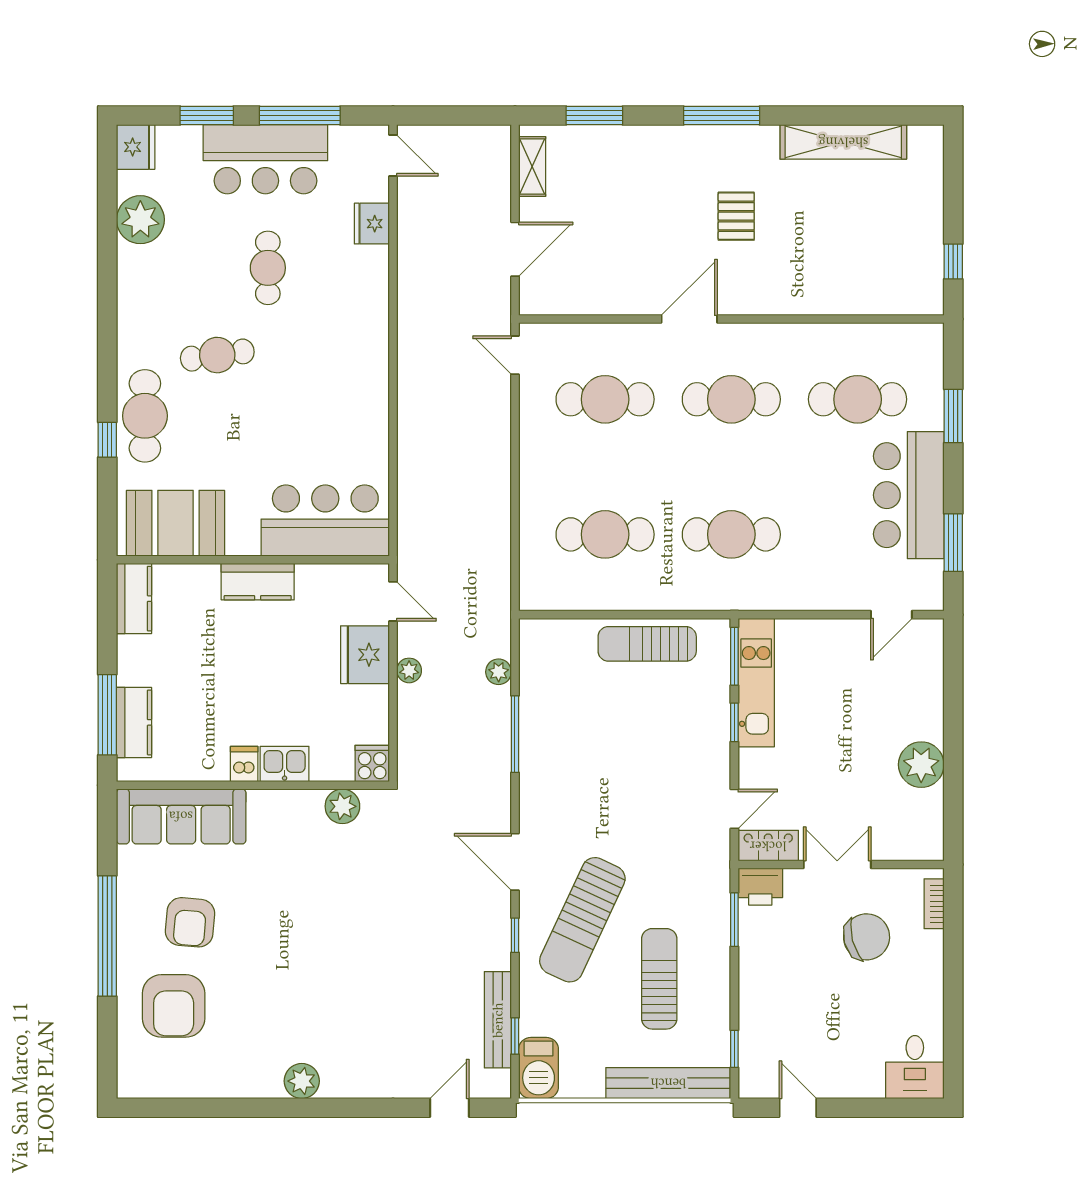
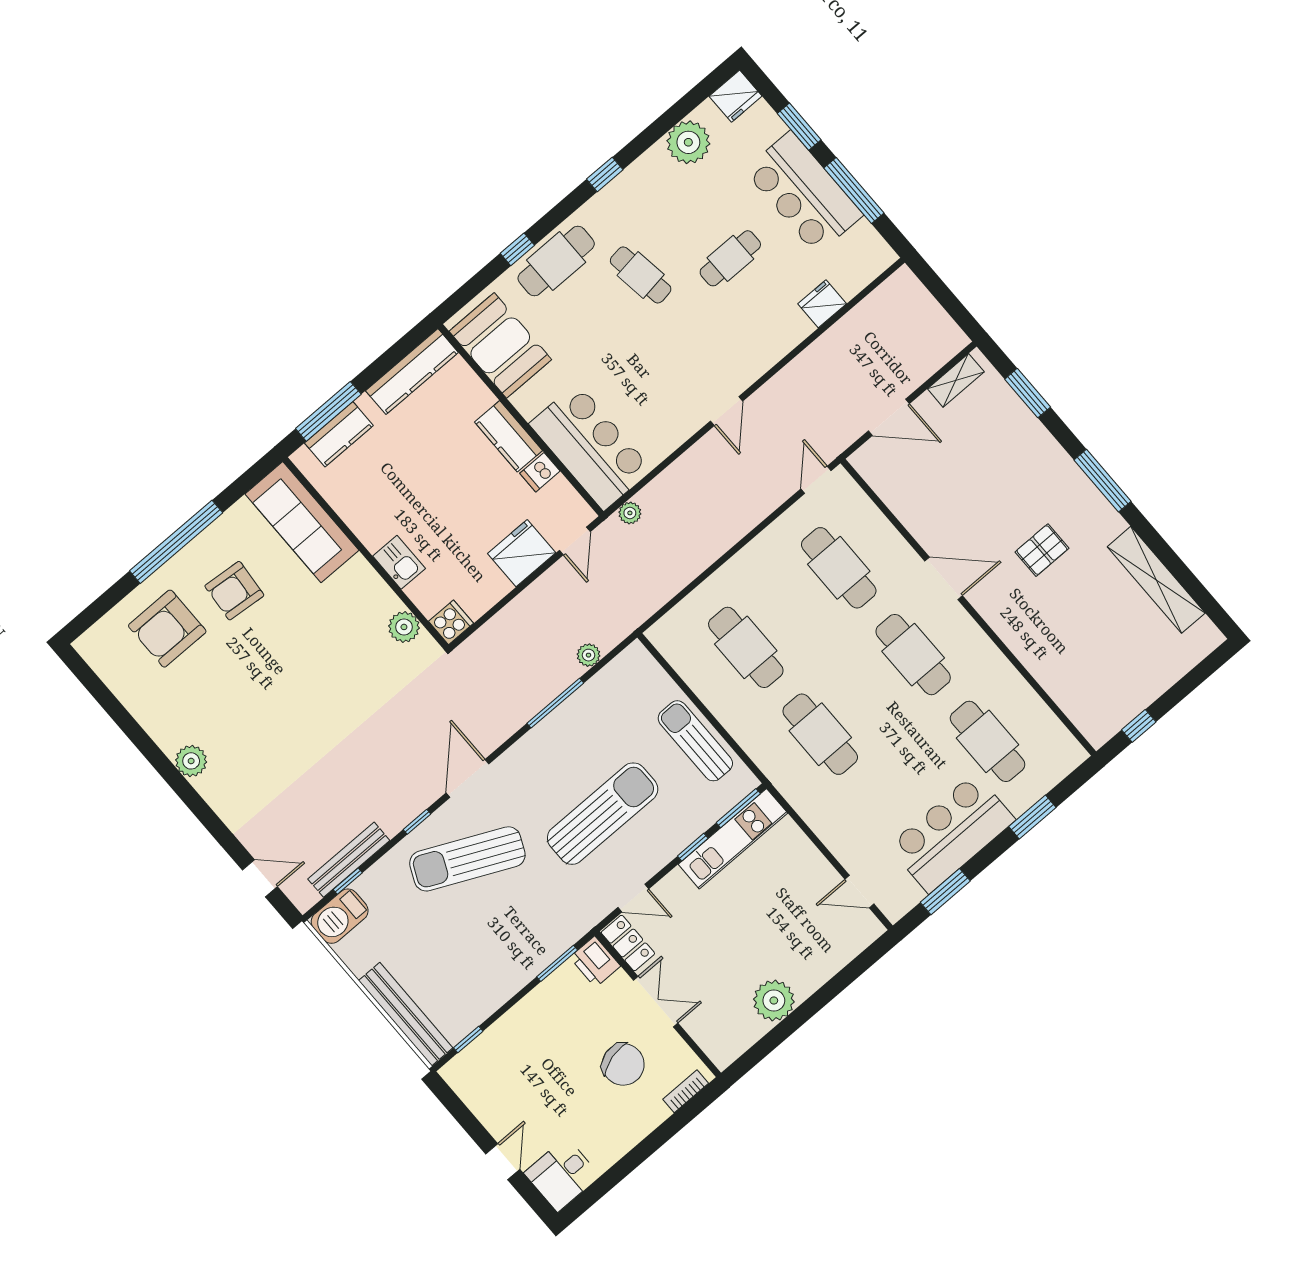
door: (393, 155) -> (726, 411), moved
window: (107, 313) -> (605, 174), added
kitchen counter: (134, 599) -> (412, 372), width x1.50
plant: (409, 670) -> (630, 513), moved
dishwasher: (244, 764) -> (540, 472), moved, turned 180
sun lounger: (659, 979) -> (603, 814), moved, width x1.36, depth x1.34
door: (798, 1108) -> (503, 1162), moved

